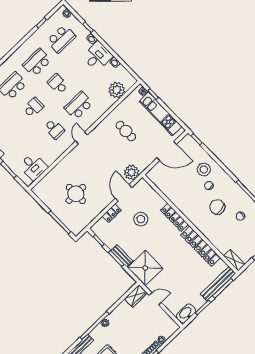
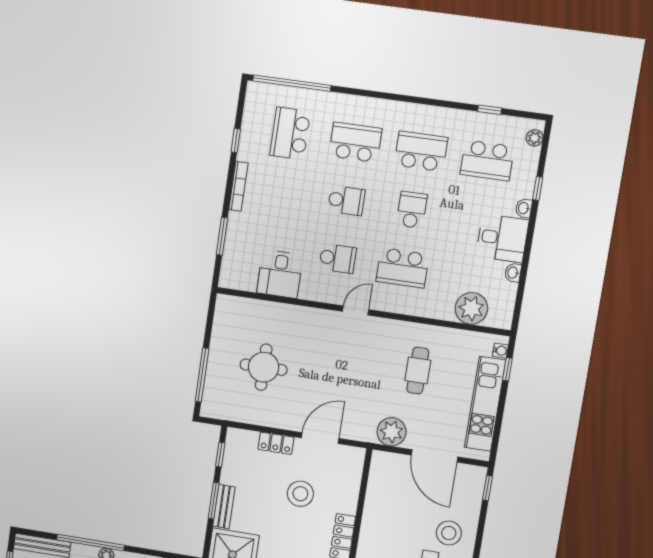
school desk: (79, 105) -> (403, 268), turned 180
school desk: (54, 129) -> (338, 258), turned -90
desk: (33, 166) -> (280, 274), moved
plant: (132, 172) -> (392, 432), moved

